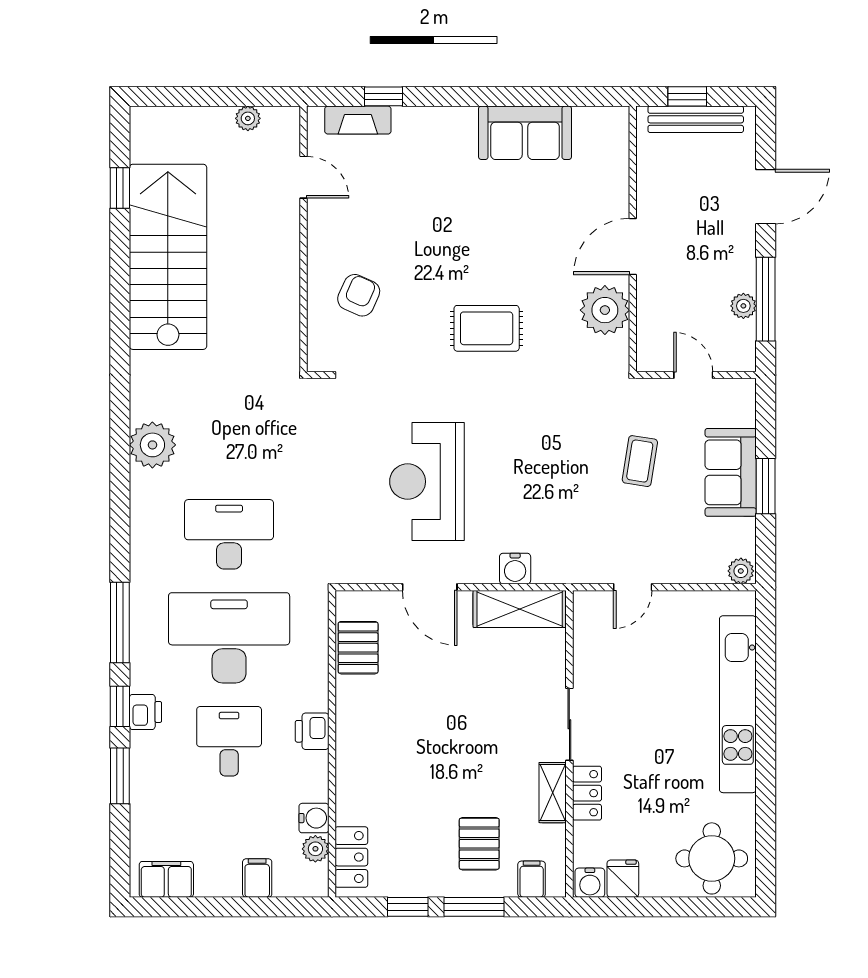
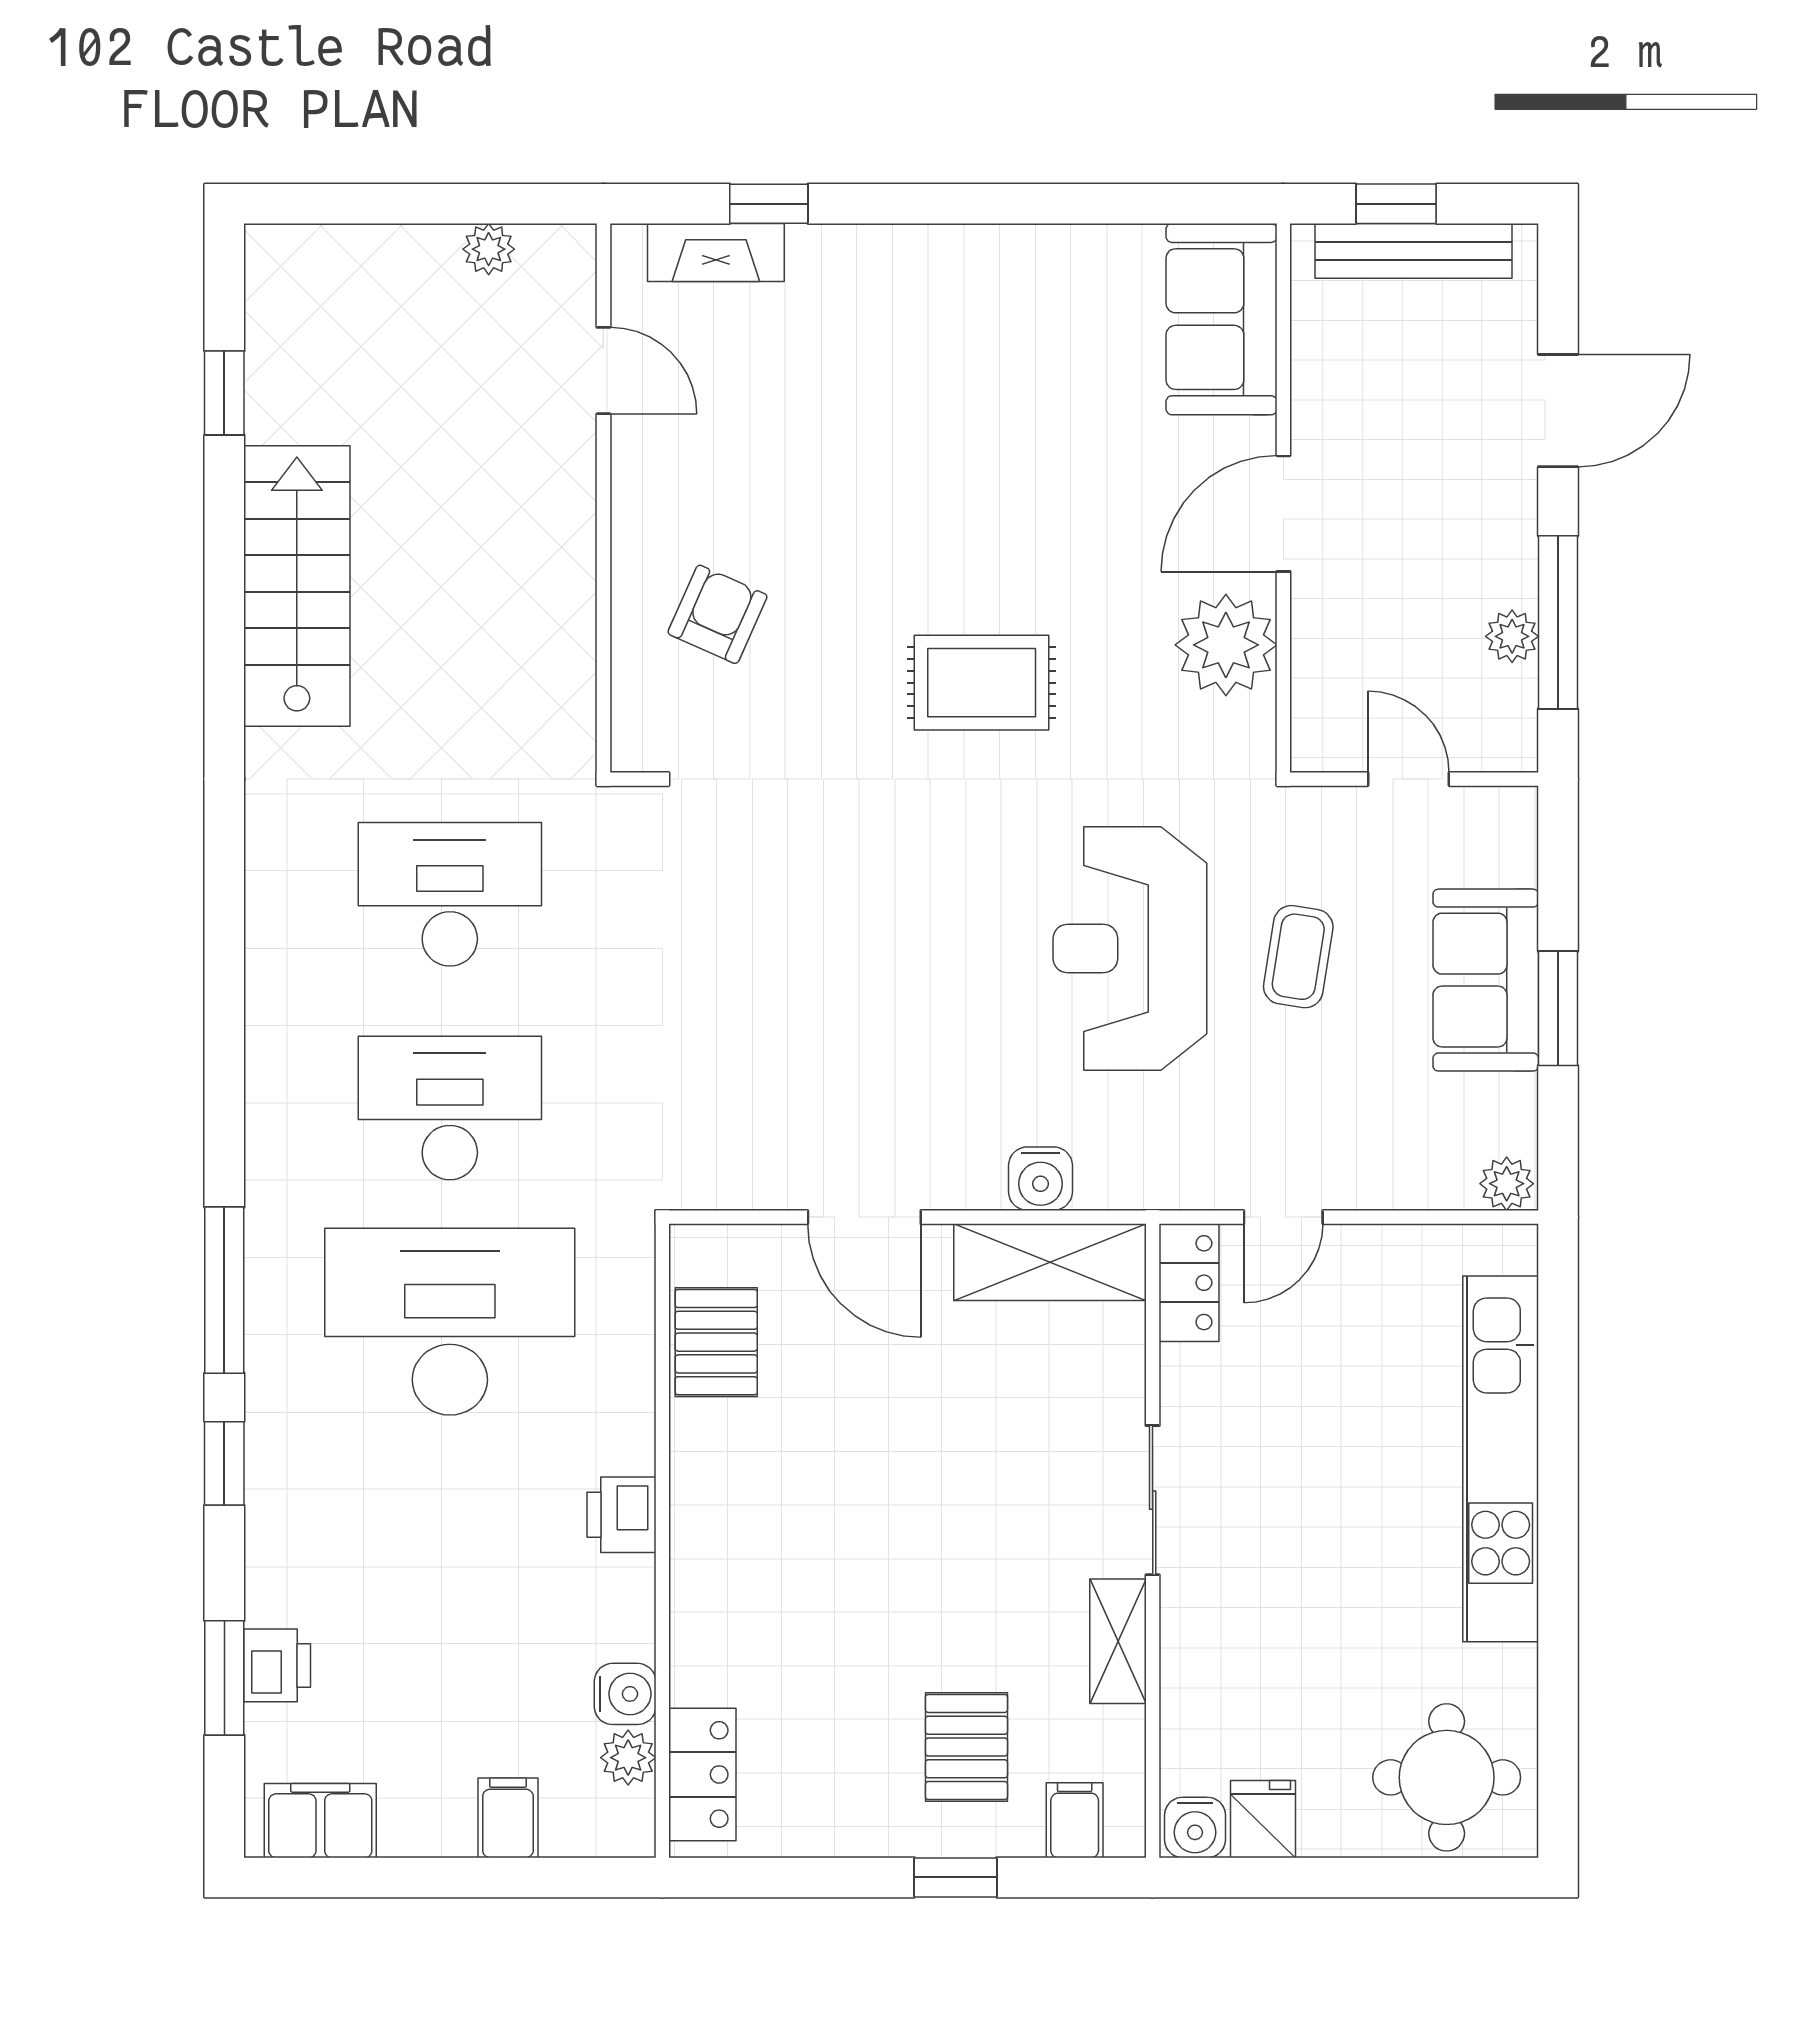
sofa: (525, 133) -> (1222, 319), moved, turned 90
stairs: (168, 257) -> (297, 586), width x0.73, depth x0.66
plant: (152, 445) -> (292, 923), removed
reception desk: (427, 482) -> (1130, 949), moved
printer: (145, 712) -> (277, 1665), moved
desk: (229, 741) -> (450, 894), moved, width x1.37
window: (120, 776) -> (224, 1678), moved
locker: (587, 793) -> (1189, 1283), moved
window: (408, 907) -> (819, 1877), removed
window: (474, 907) -> (956, 1877), width x0.67

